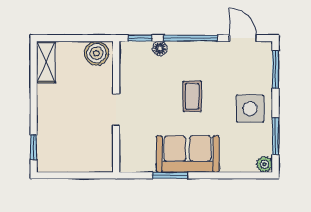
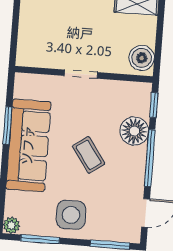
floor lamp: (160, 48) -> (134, 131), width x1.89, depth x1.89
coffee table: (192, 96) -> (89, 155), turned 55
sofa: (188, 154) -> (28, 145), width x1.36

